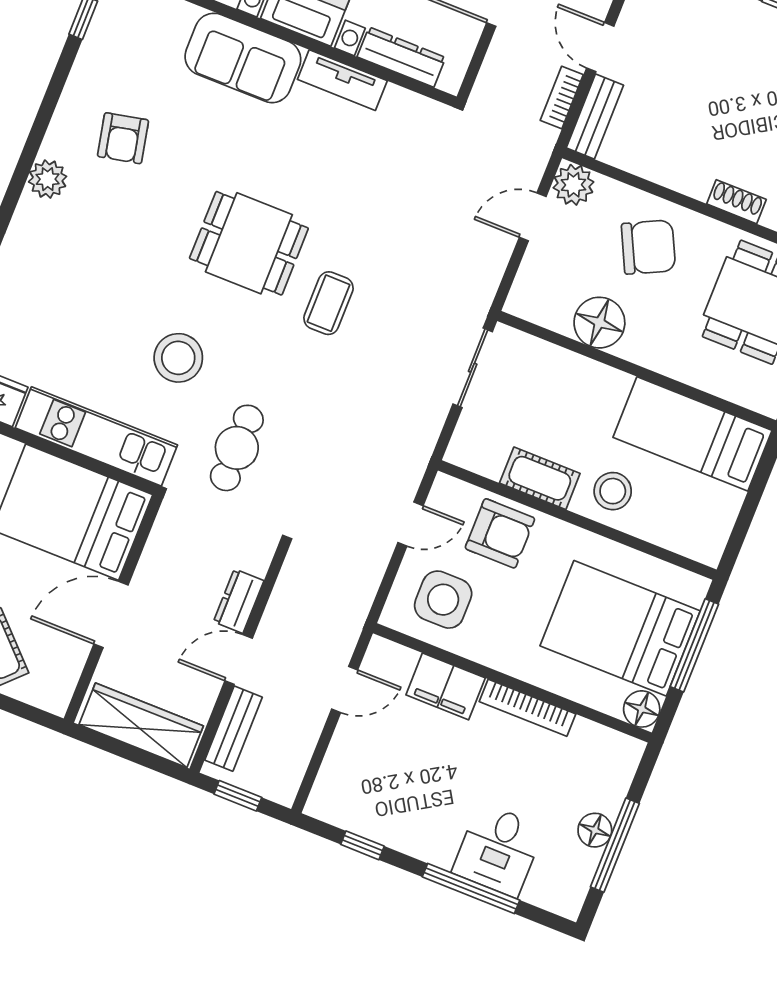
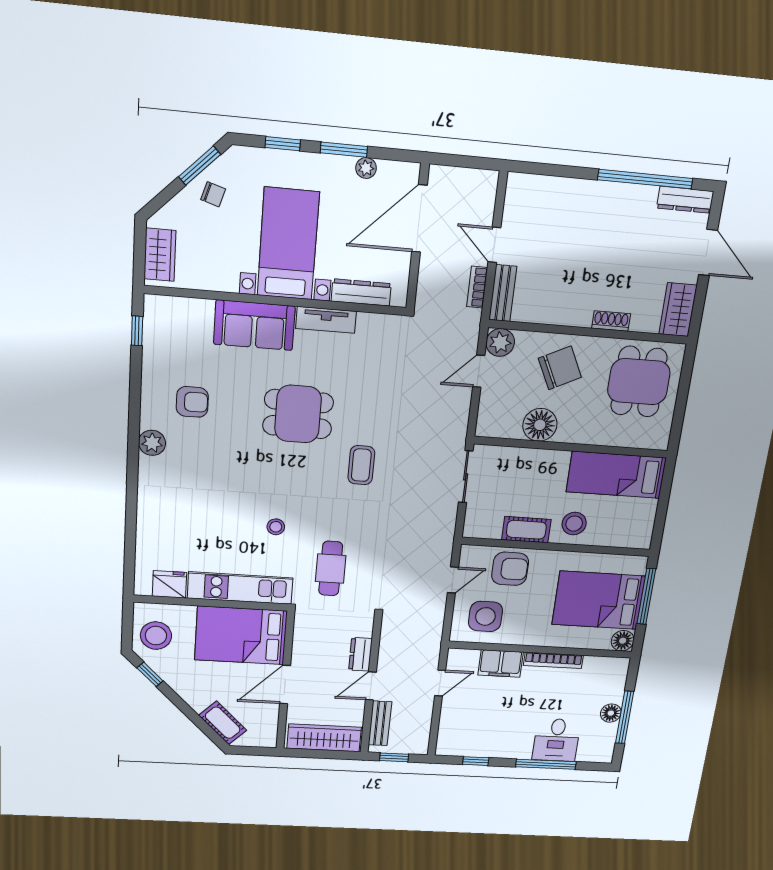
armchair: (123, 138) -> (192, 402), turned -78
dining table: (249, 243) -> (298, 414), moved
stool: (178, 358) -> (276, 527), width x0.53, depth x0.53

